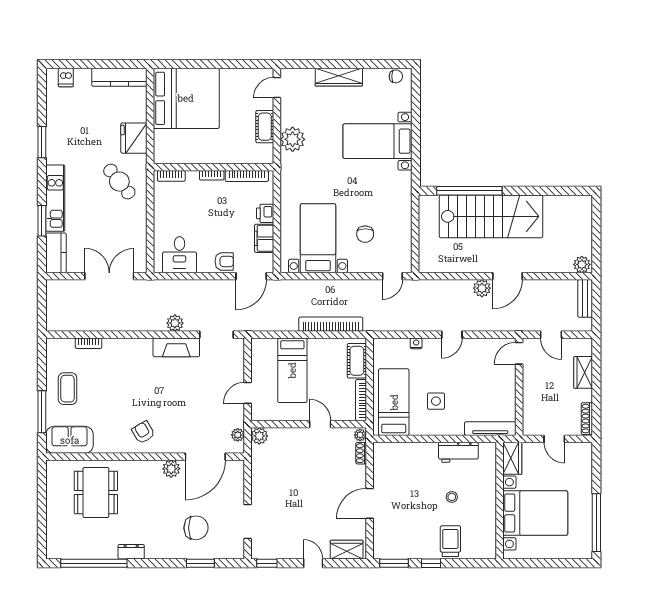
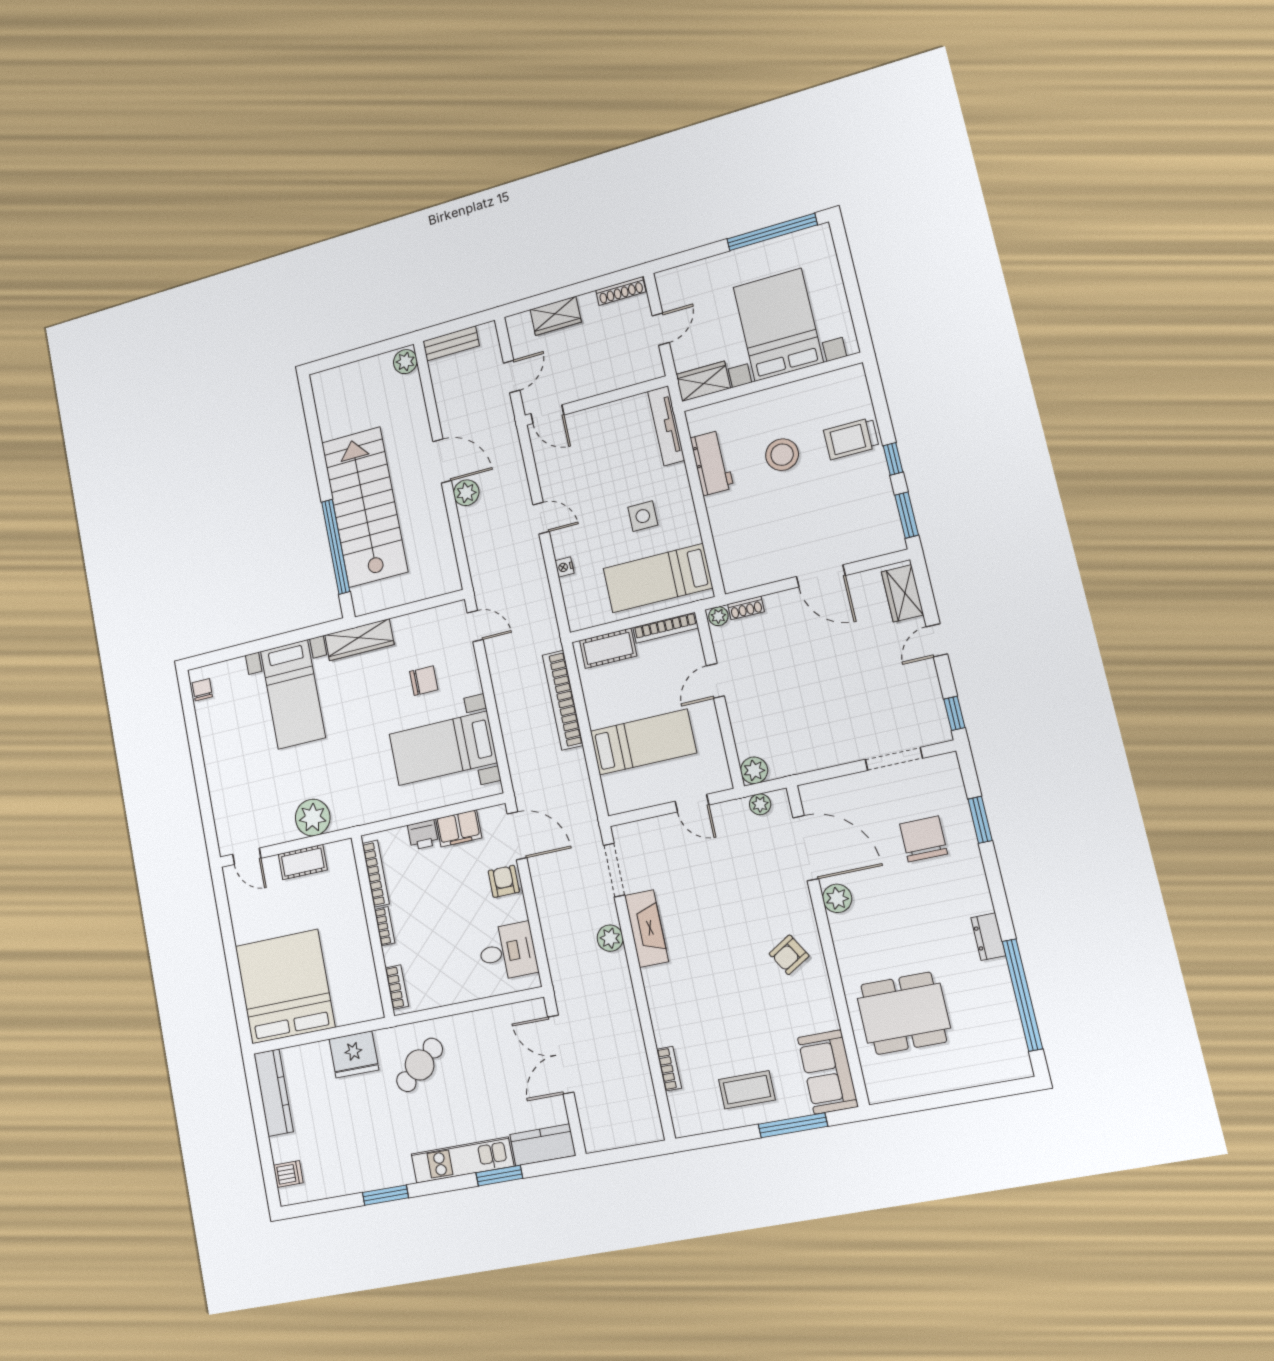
wardrobe: (339, 77) -> (359, 640), moved, turned 90
stool: (452, 497) -> (782, 455), width x1.89, depth x1.89

